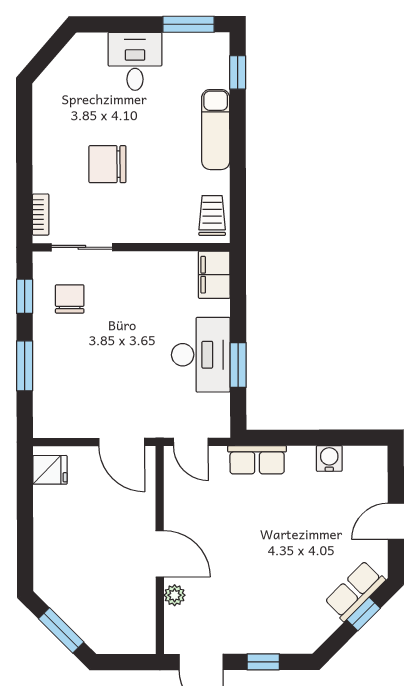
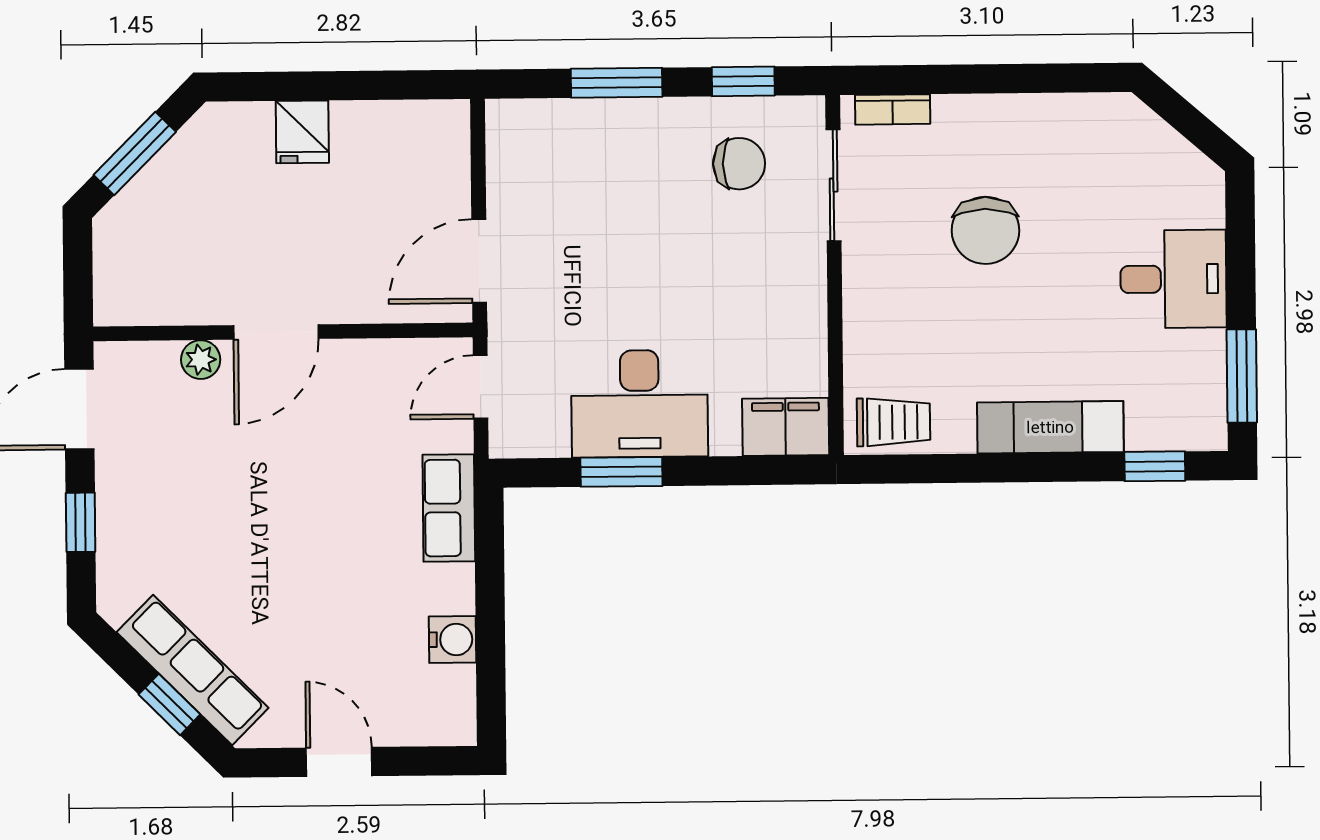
chair: (107, 164) -> (985, 230), turned 180
fridge: (50, 470) -> (302, 132), moved
row of seats: (355, 591) -> (193, 670), width x1.48

